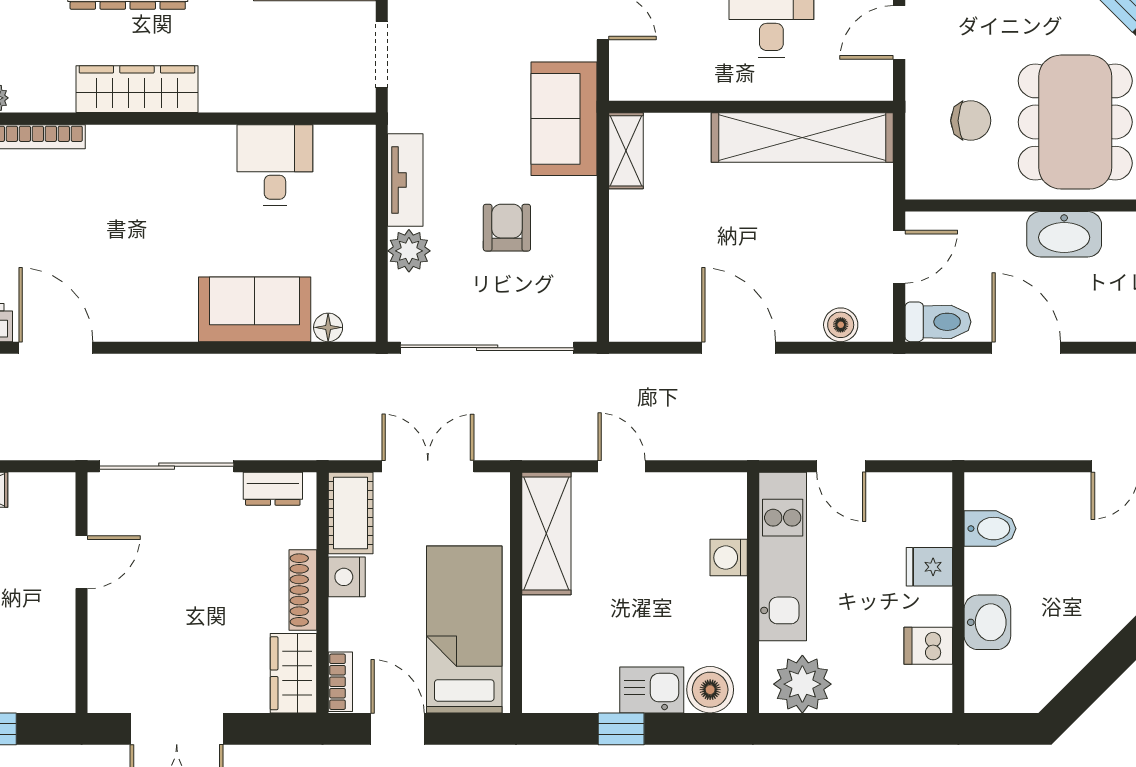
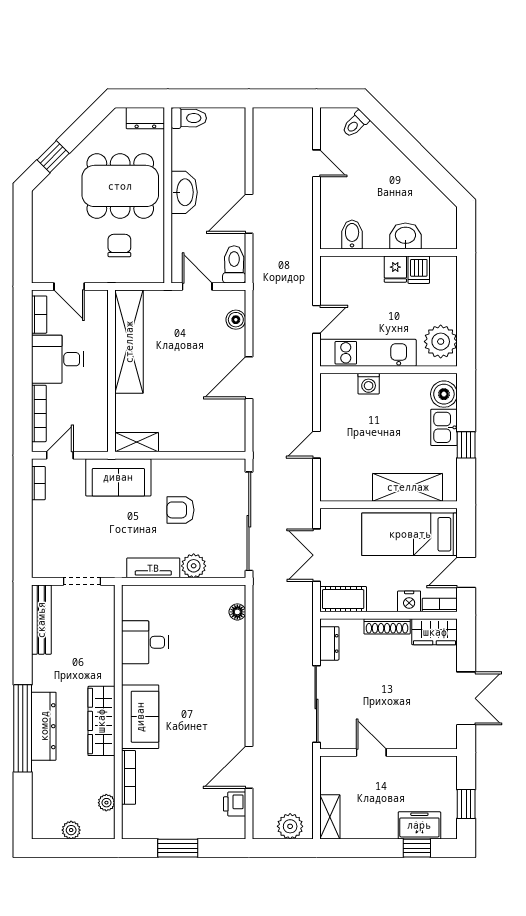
sofa: (255, 309) -> (140, 717), moved, turned 180
shelving: (546, 533) -> (408, 487), moved
fridge: (929, 567) -> (395, 269), moved
nightstand: (347, 577) -> (409, 601), moved

